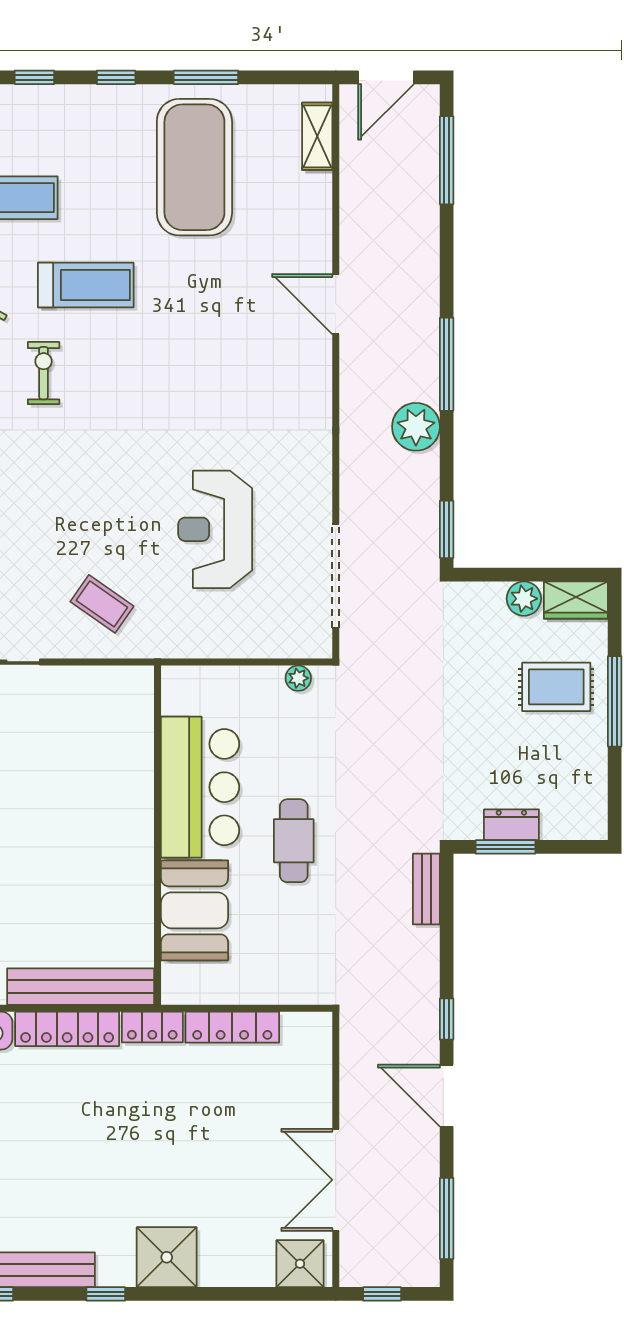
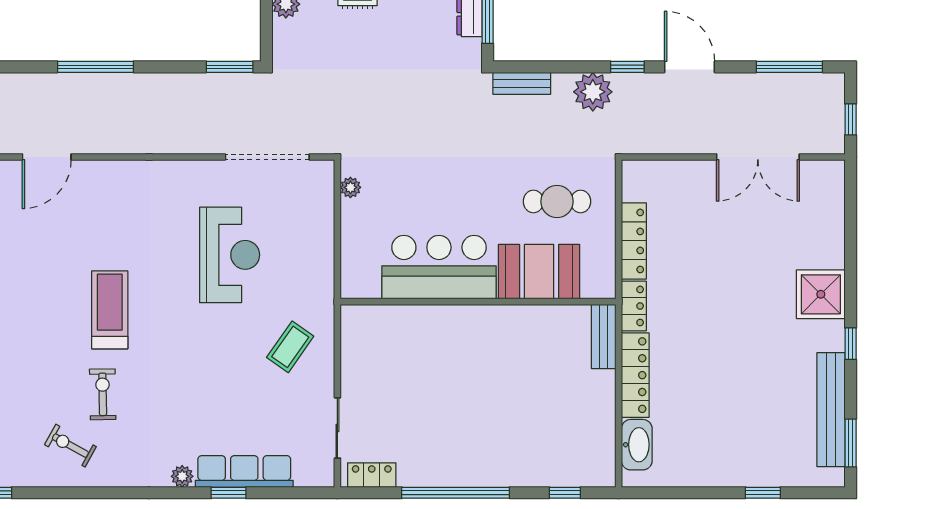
treadmill: (86, 285) -> (110, 310), moved
exercise bike: (44, 373) -> (103, 394), turned 89
plant: (416, 427) -> (593, 92), moved
reception desk: (215, 529) -> (230, 255), turned -90
cafe table: (294, 841) -> (557, 201), moved
bench: (81, 987) -> (604, 336), width x0.54, depth x0.82
door: (447, 1096) -> (690, 67), swing flipped
shower: (300, 1264) -> (826, 186), removed

